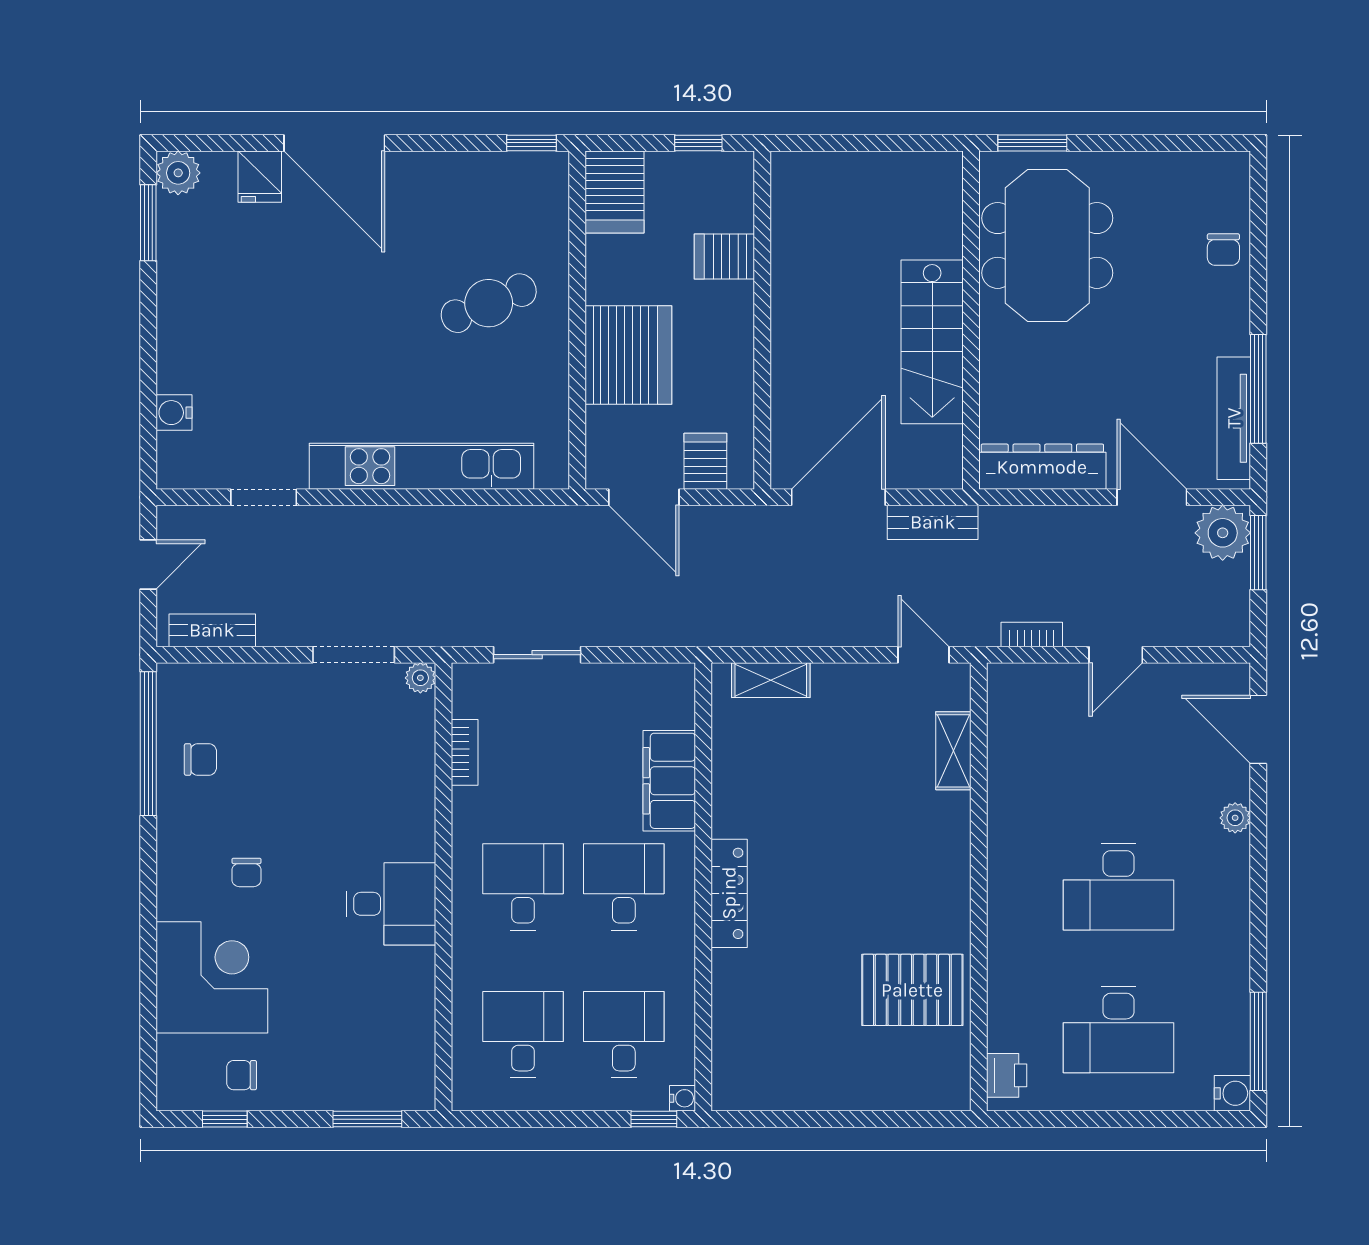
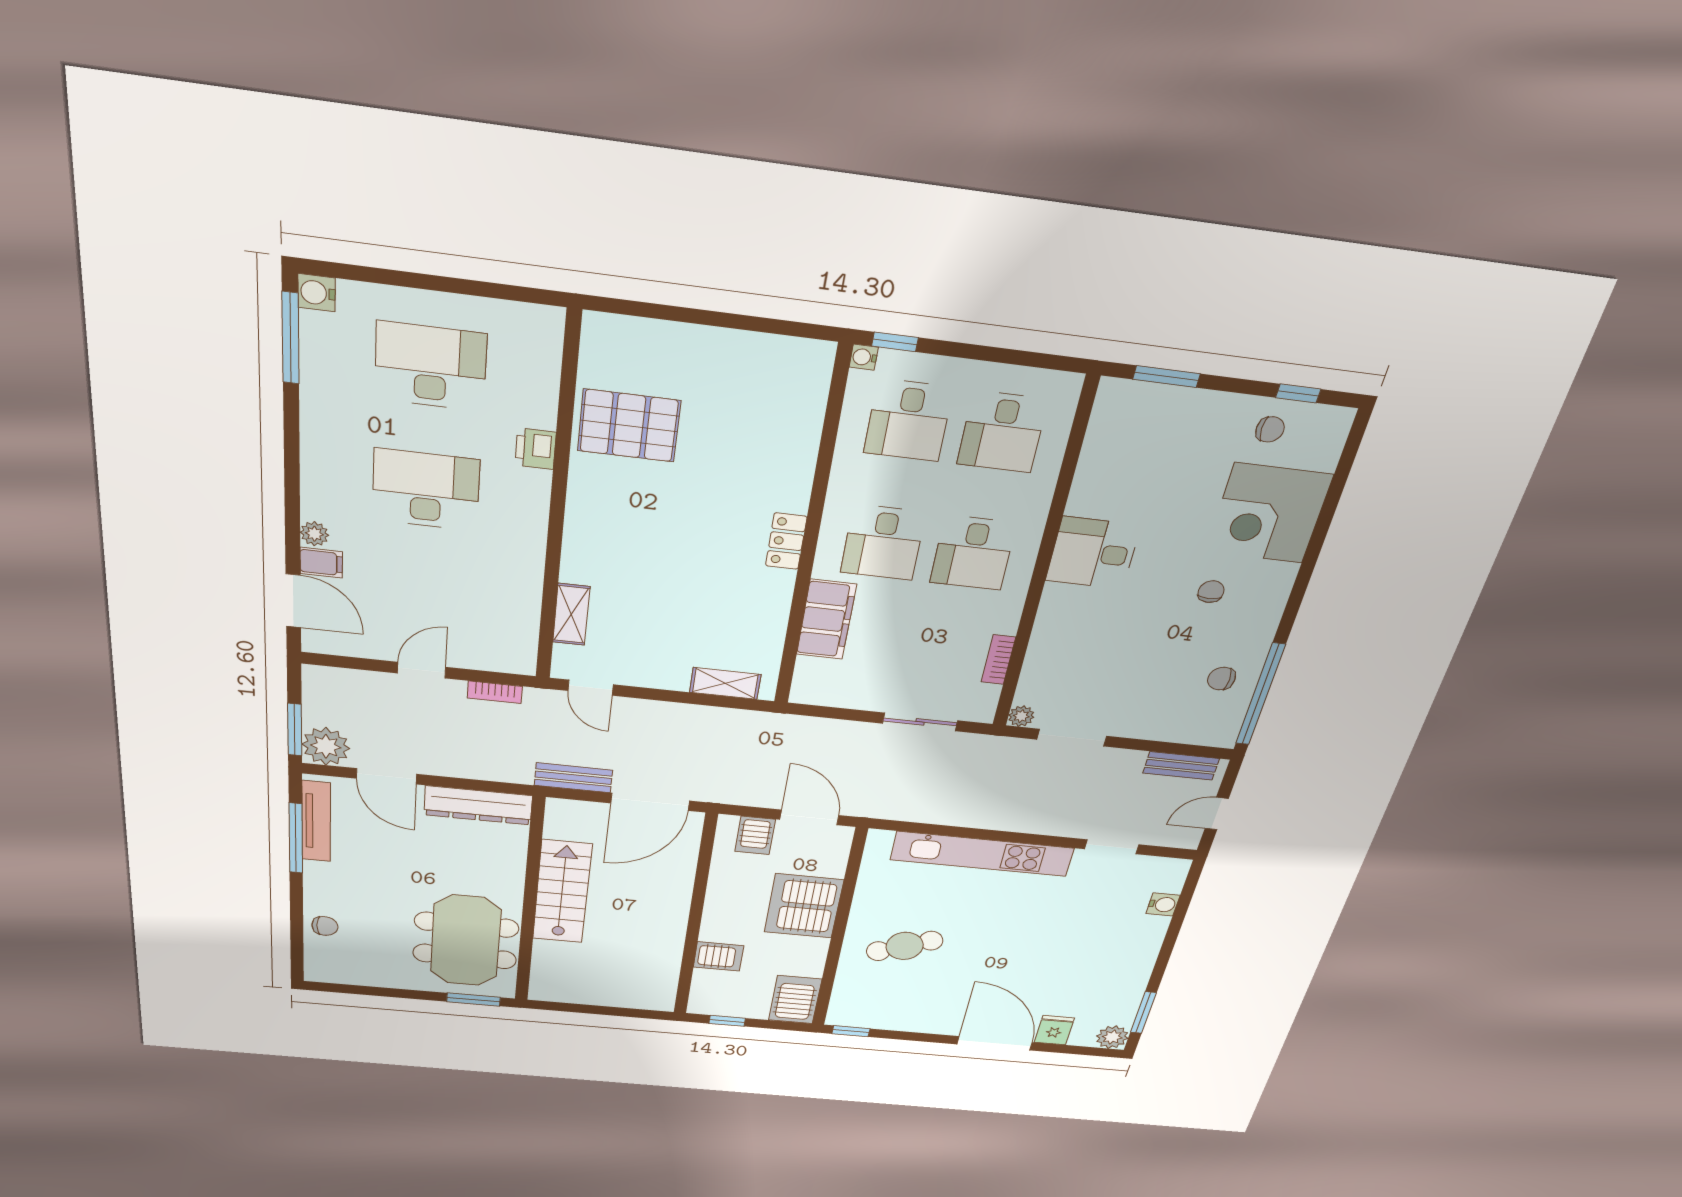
chair: (1223, 250) -> (325, 926), turned 90
filing cabinet: (1228, 783) -> (321, 563), added
locker: (729, 893) -> (786, 541), width x0.66
printer: (1007, 1075) -> (536, 449), moved

